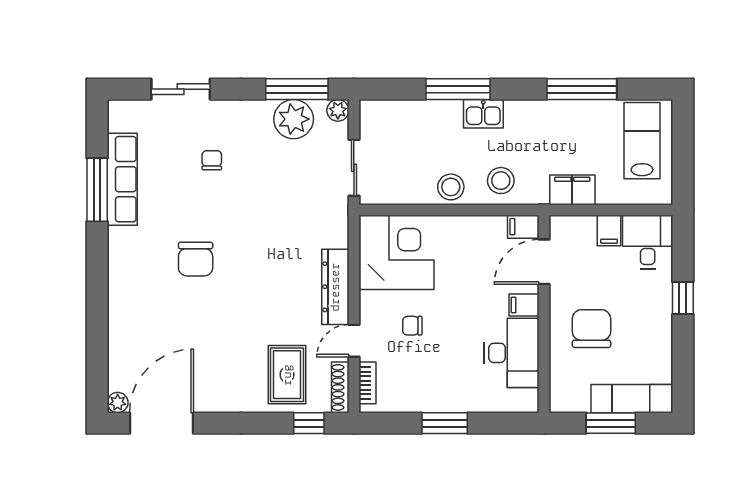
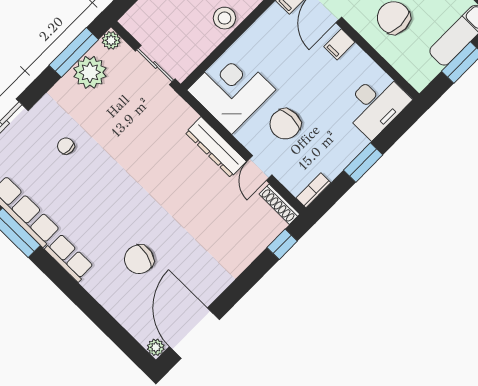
row of seats: (121, 256) -> (69, 258), added
chair: (196, 259) -> (139, 259), moved, turned 103
chair: (412, 326) -> (285, 124), width x1.87, depth x1.87
desk: (512, 353) -> (376, 104), moved, turned 90
rug: (287, 375) -> (240, 229), removed
bookcase: (367, 383) -> (313, 190), moved, turned -90

